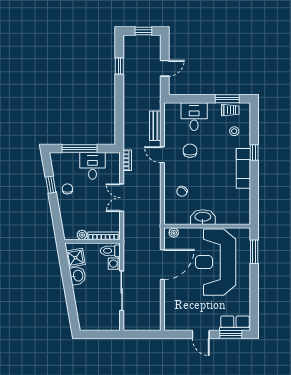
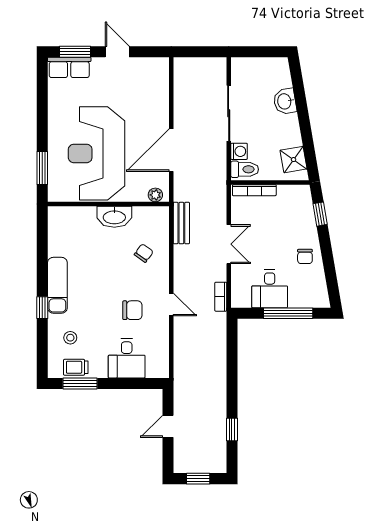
bench: (155, 126) -> (181, 223), moved
chair: (190, 151) -> (132, 310), turned -90
window: (51, 185) -> (320, 214), moved
plant: (82, 235) -> (285, 192), removed
reception desk: (216, 262) -> (96, 153), turned 180
washbasin: (78, 276) -> (285, 101), moved

